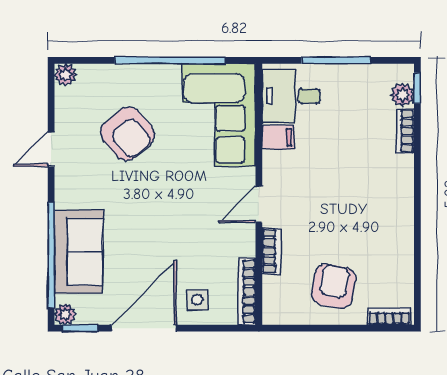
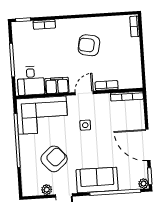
plant: (65, 75) -> (47, 190), moved
plant: (402, 95) -> (27, 27), removed
filing cabinet: (278, 137) -> (57, 85), width x2.00
door: (259, 204) -> (84, 93), swing flipped
sofa: (79, 252) -> (97, 180), moved
armchair: (334, 286) -> (89, 45), moved
side table: (197, 300) -> (85, 125), moved

